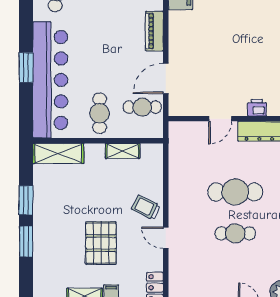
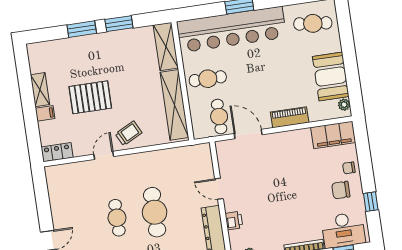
shelving: (123, 151) -> (174, 105), width x2.20, depth x1.33
trolley: (146, 207) -> (129, 133), turned 37

